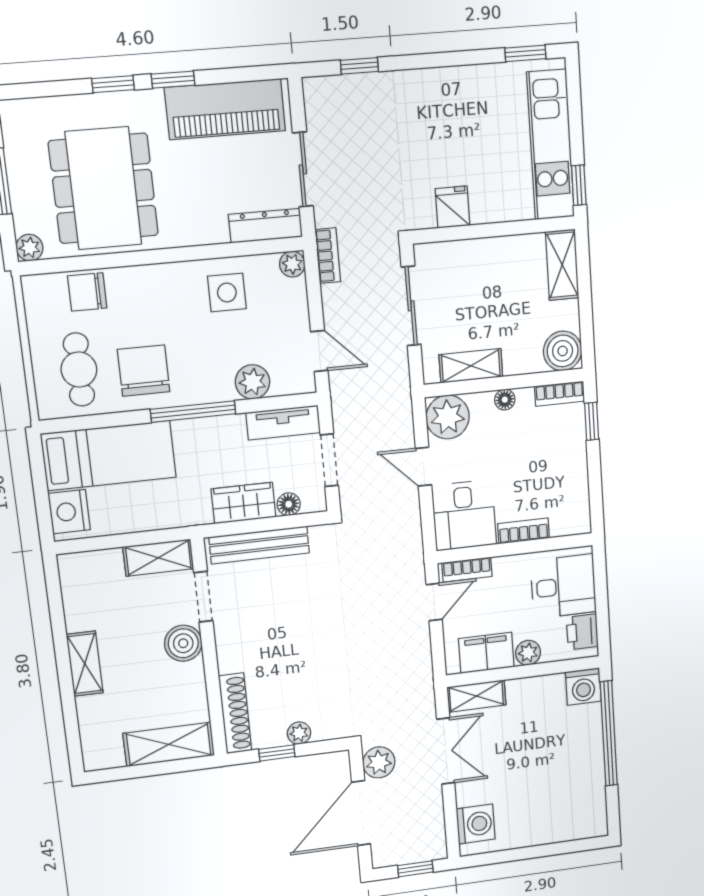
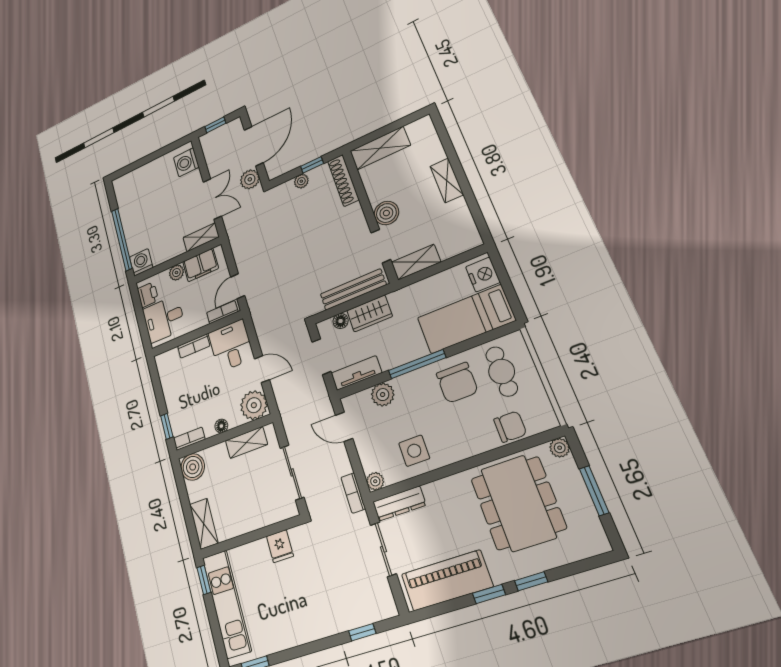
double door: (446, 751) -> (212, 199), swing flipped

